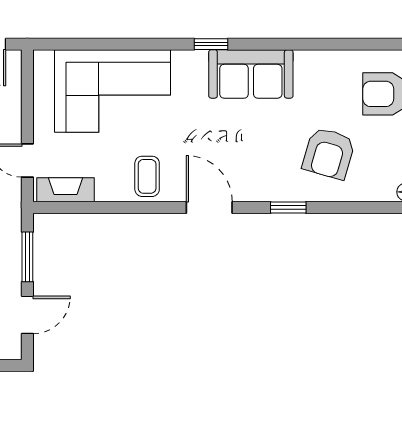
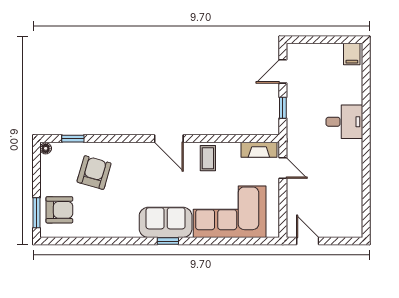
sofa: (251, 74) -> (166, 222), moved
window: (288, 207) -> (73, 139), moved
window: (27, 257) -> (283, 108), width x0.67

